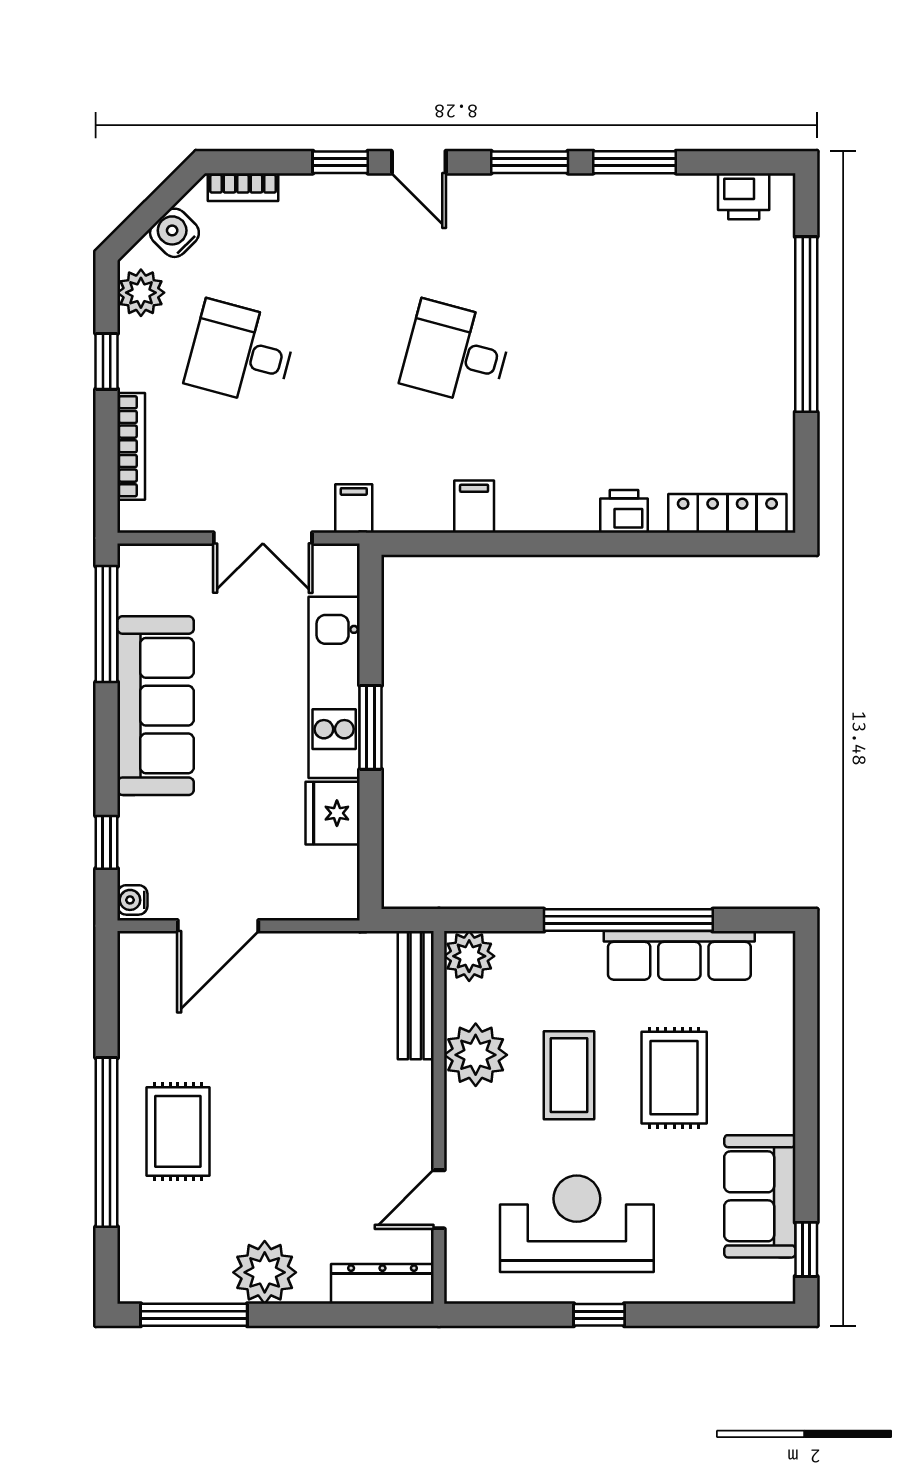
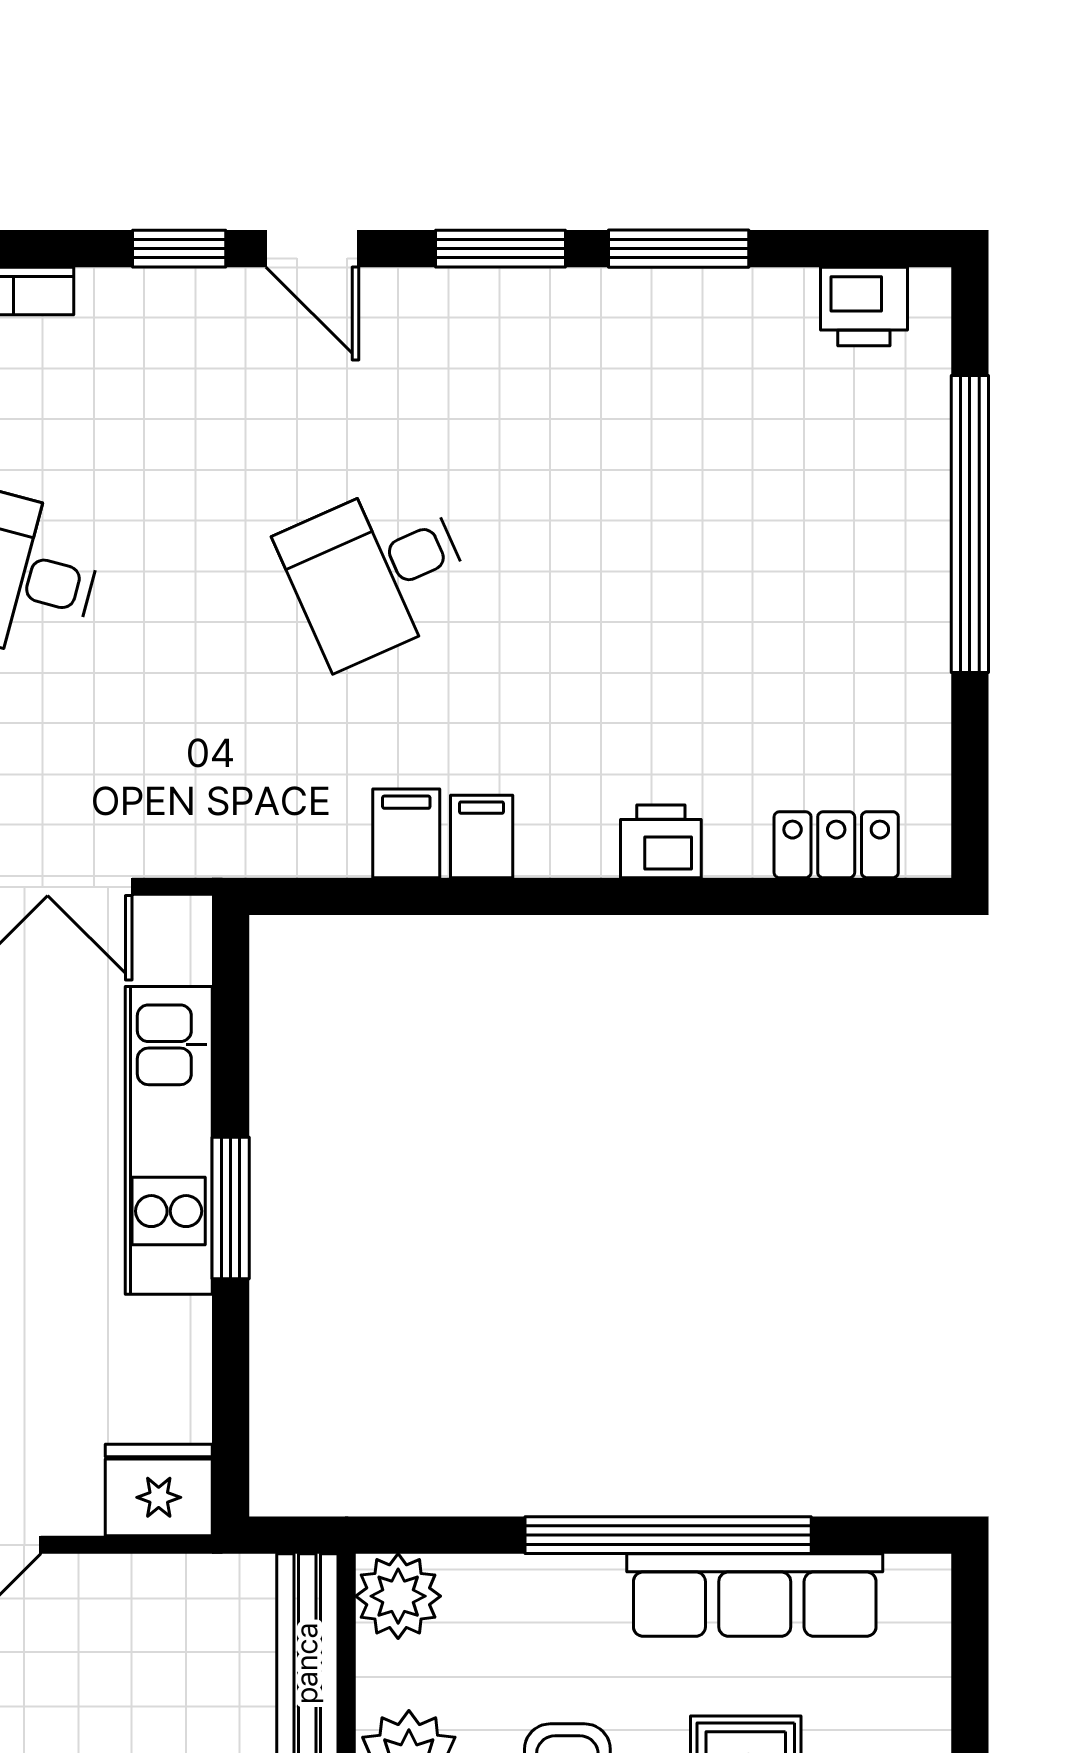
desk: (456, 353) -> (376, 572), turned -39
filing cabinet: (354, 509) -> (482, 837), moved
locker: (727, 513) -> (836, 845), width x0.66
fridge: (333, 813) -> (159, 1490), moved, turned 90

